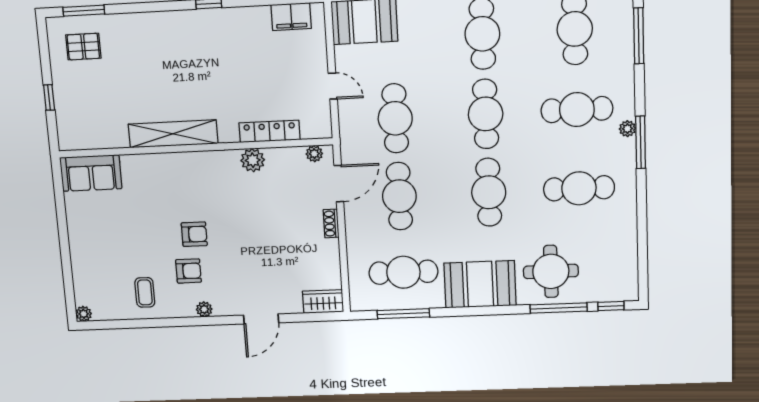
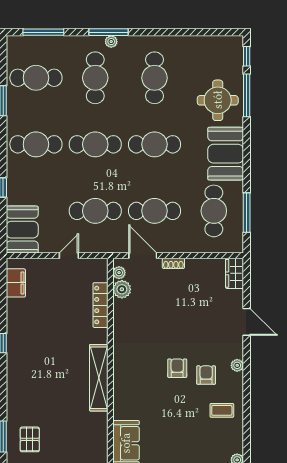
window: (641, 142) -> (108, 32), moved
plant: (253, 160) -> (122, 289), moved

